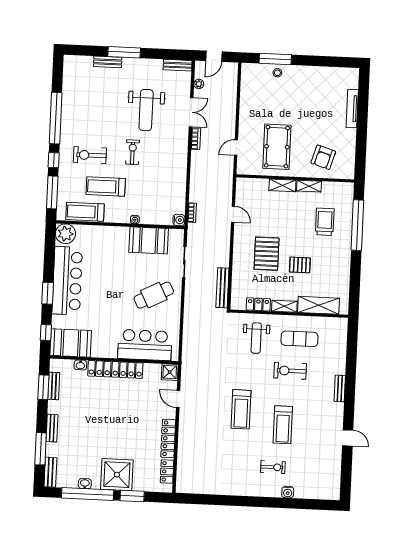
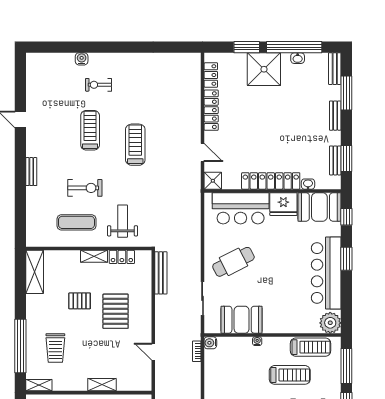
shelving: (309, 186) -> (39, 385), moved
shelving: (318, 305) -> (35, 272), moved, turned 90
fridge: (104, 347) -> (283, 204), added

